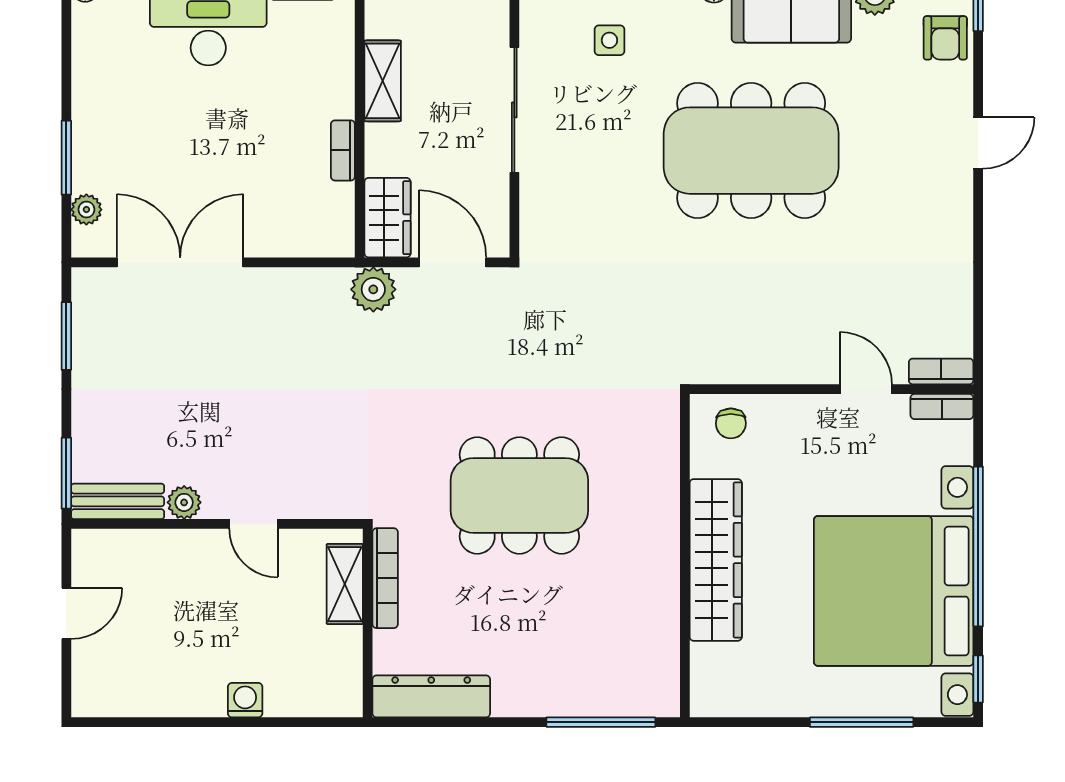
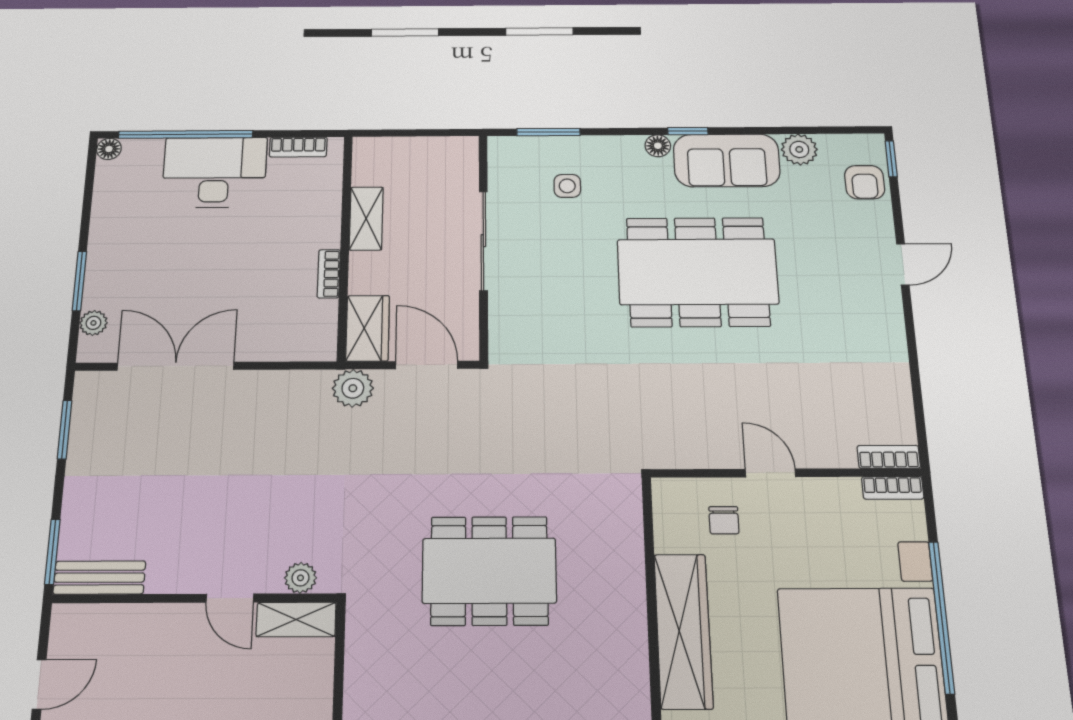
door: (866, 389) -> (770, 473), moved
chair: (731, 423) -> (724, 520), moved
plant: (184, 502) -> (300, 578), moved
bookcase: (385, 578) -> (357, 649), removed
shelving: (345, 584) -> (296, 619), moved, turned 90

